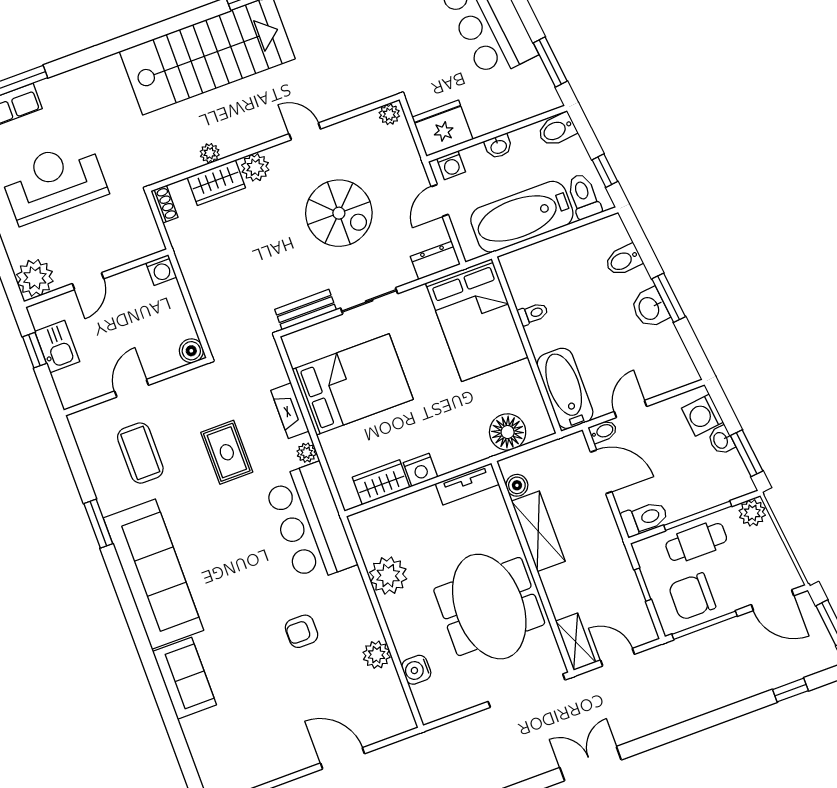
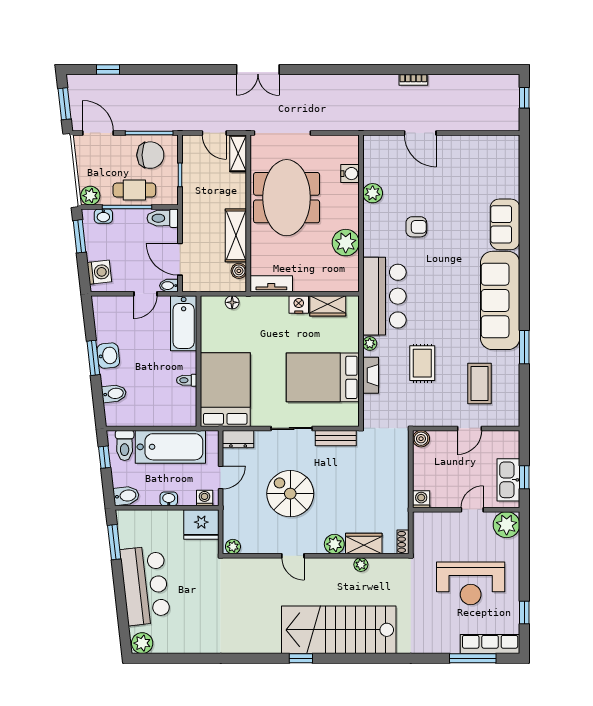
kitchen sink: (57, 346) -> (508, 480), width x1.38
floor lamp: (508, 432) -> (232, 302), width x0.53, depth x0.53
washbasin: (721, 440) -> (103, 216), moved, turned 96

